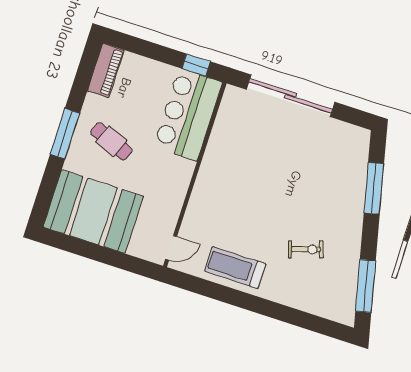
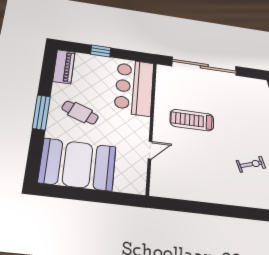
window: (196, 65) -> (101, 51), moved
door: (171, 248) -> (150, 150), moved
treadmill: (235, 268) -> (192, 120), moved

